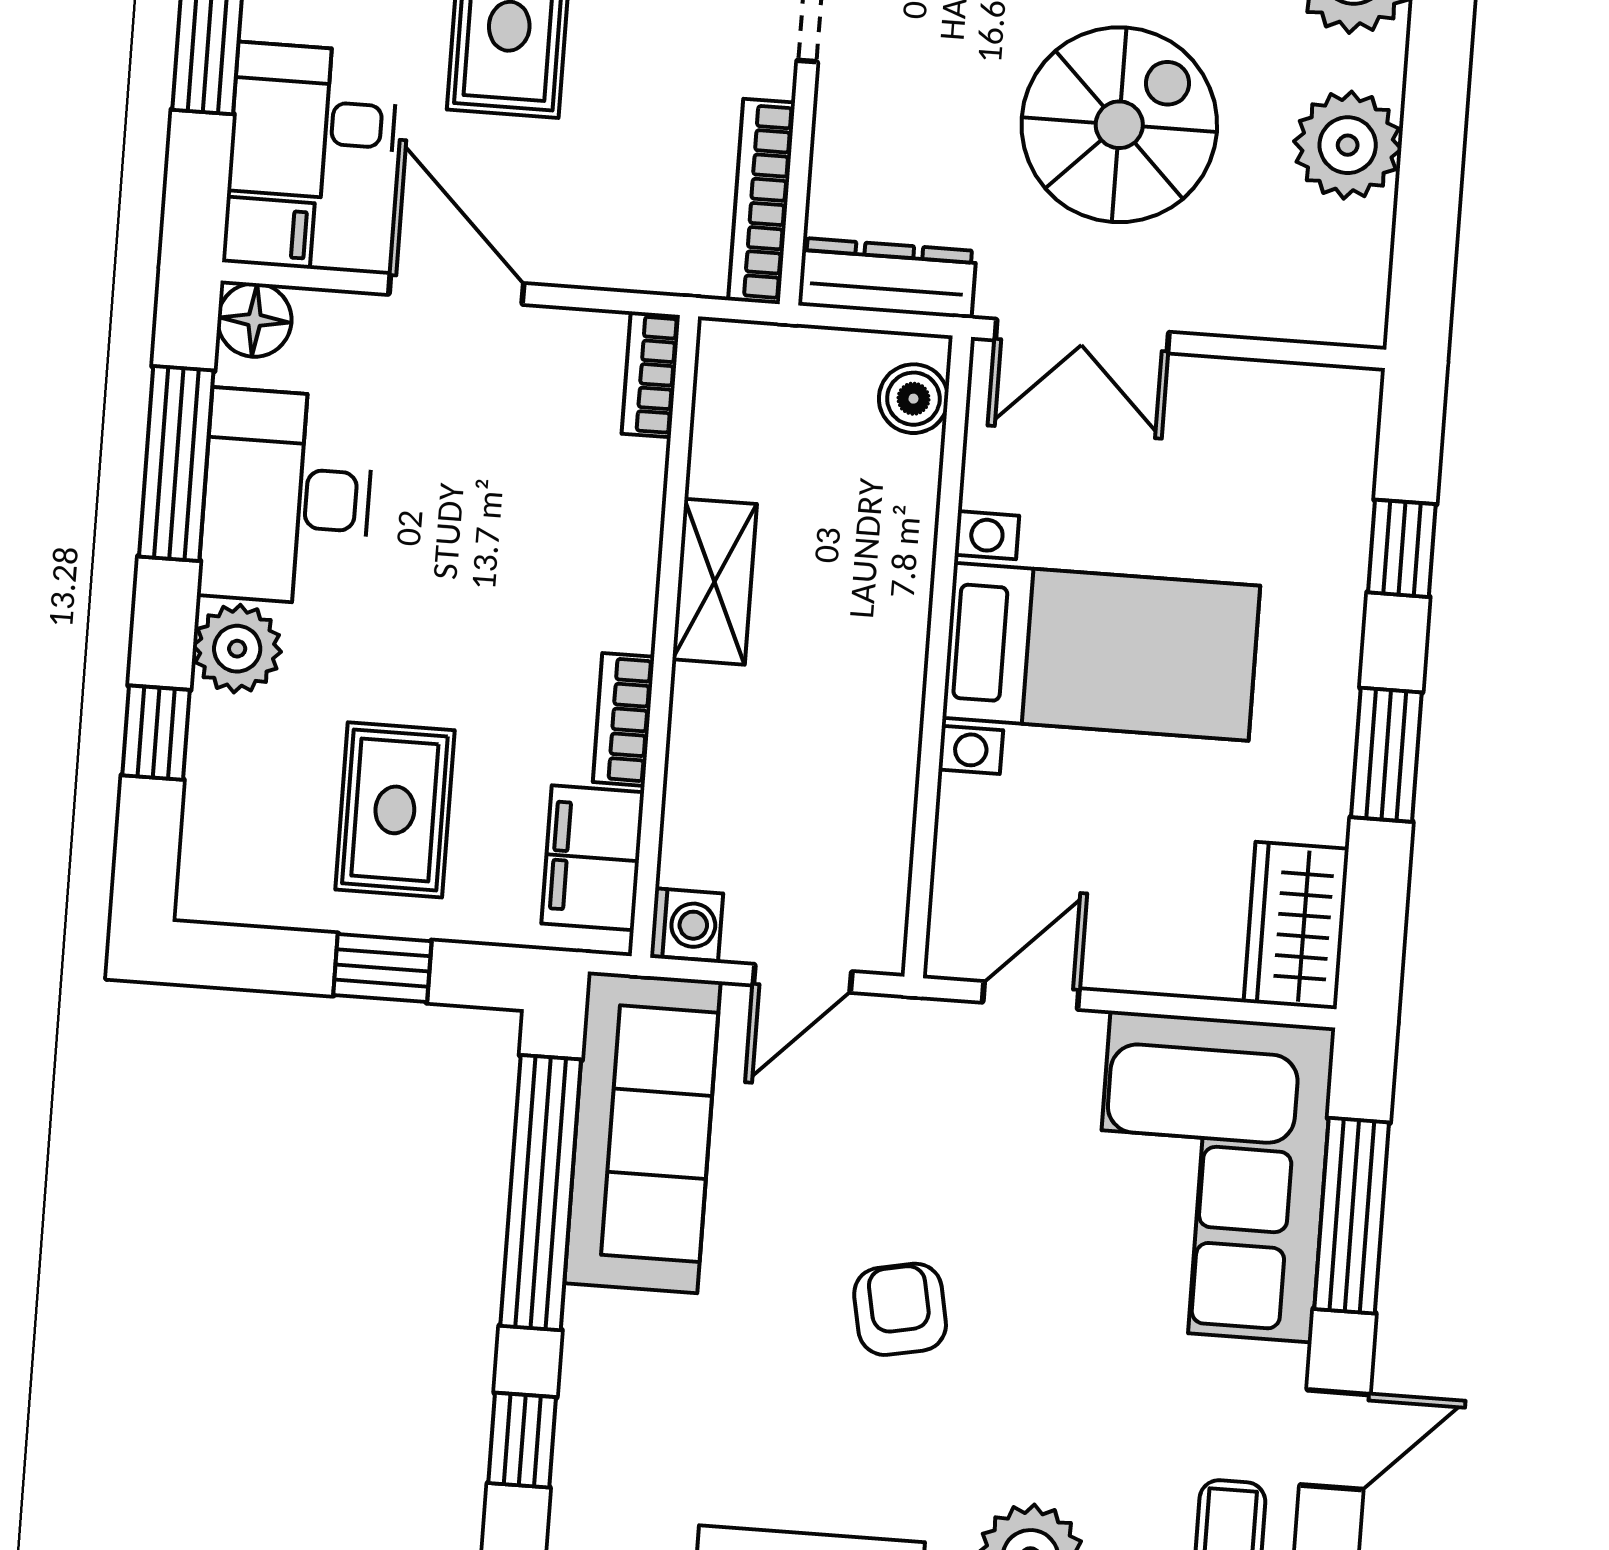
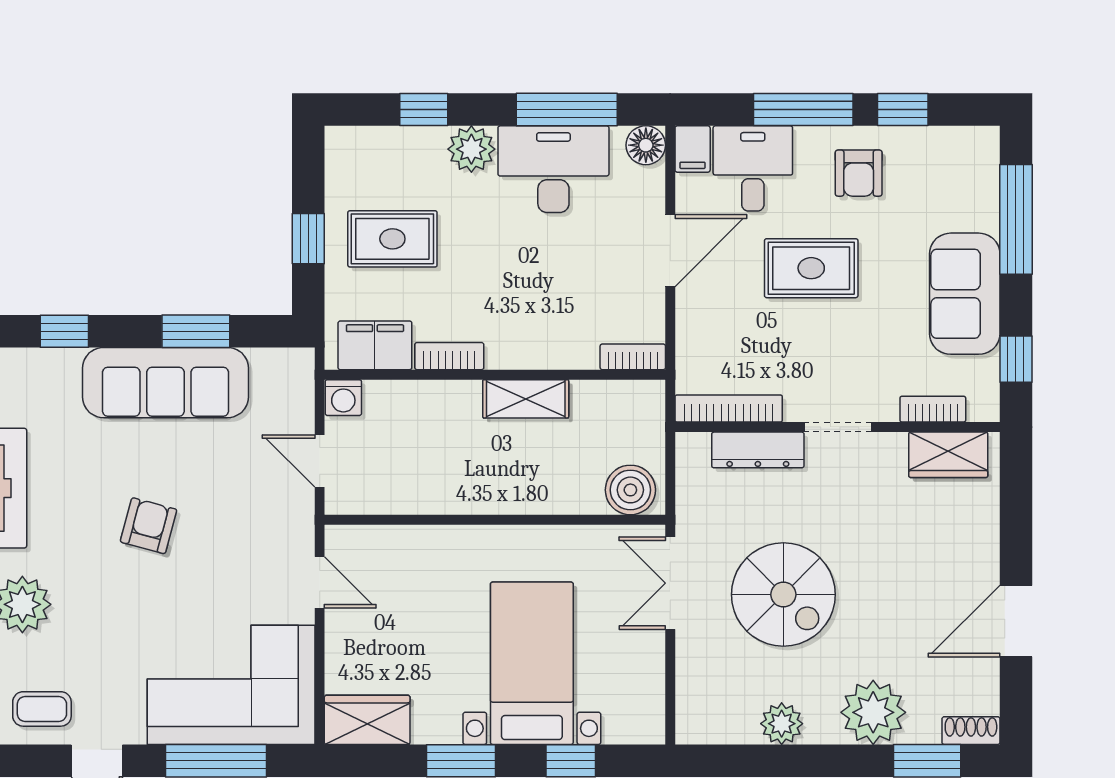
plant: (1348, 145) -> (782, 724), width x0.73, depth x0.73
dresser: (887, 278) -> (758, 450), moved, turned 90
boiler: (913, 399) -> (630, 490), width x1.36, depth x1.36
bed with nightstands: (1101, 652) -> (532, 663), moved, turned 180
sofa: (642, 1132) -> (166, 383), moved
window: (541, 1193) -> (196, 331), width x0.47
armchair: (900, 1309) -> (149, 526), turned -64

